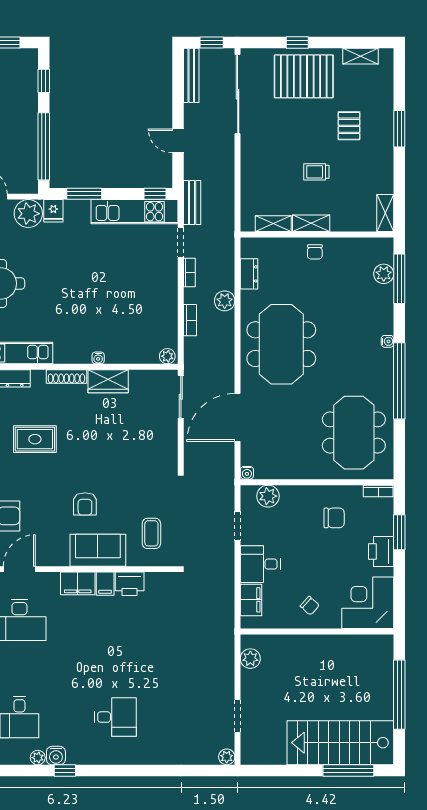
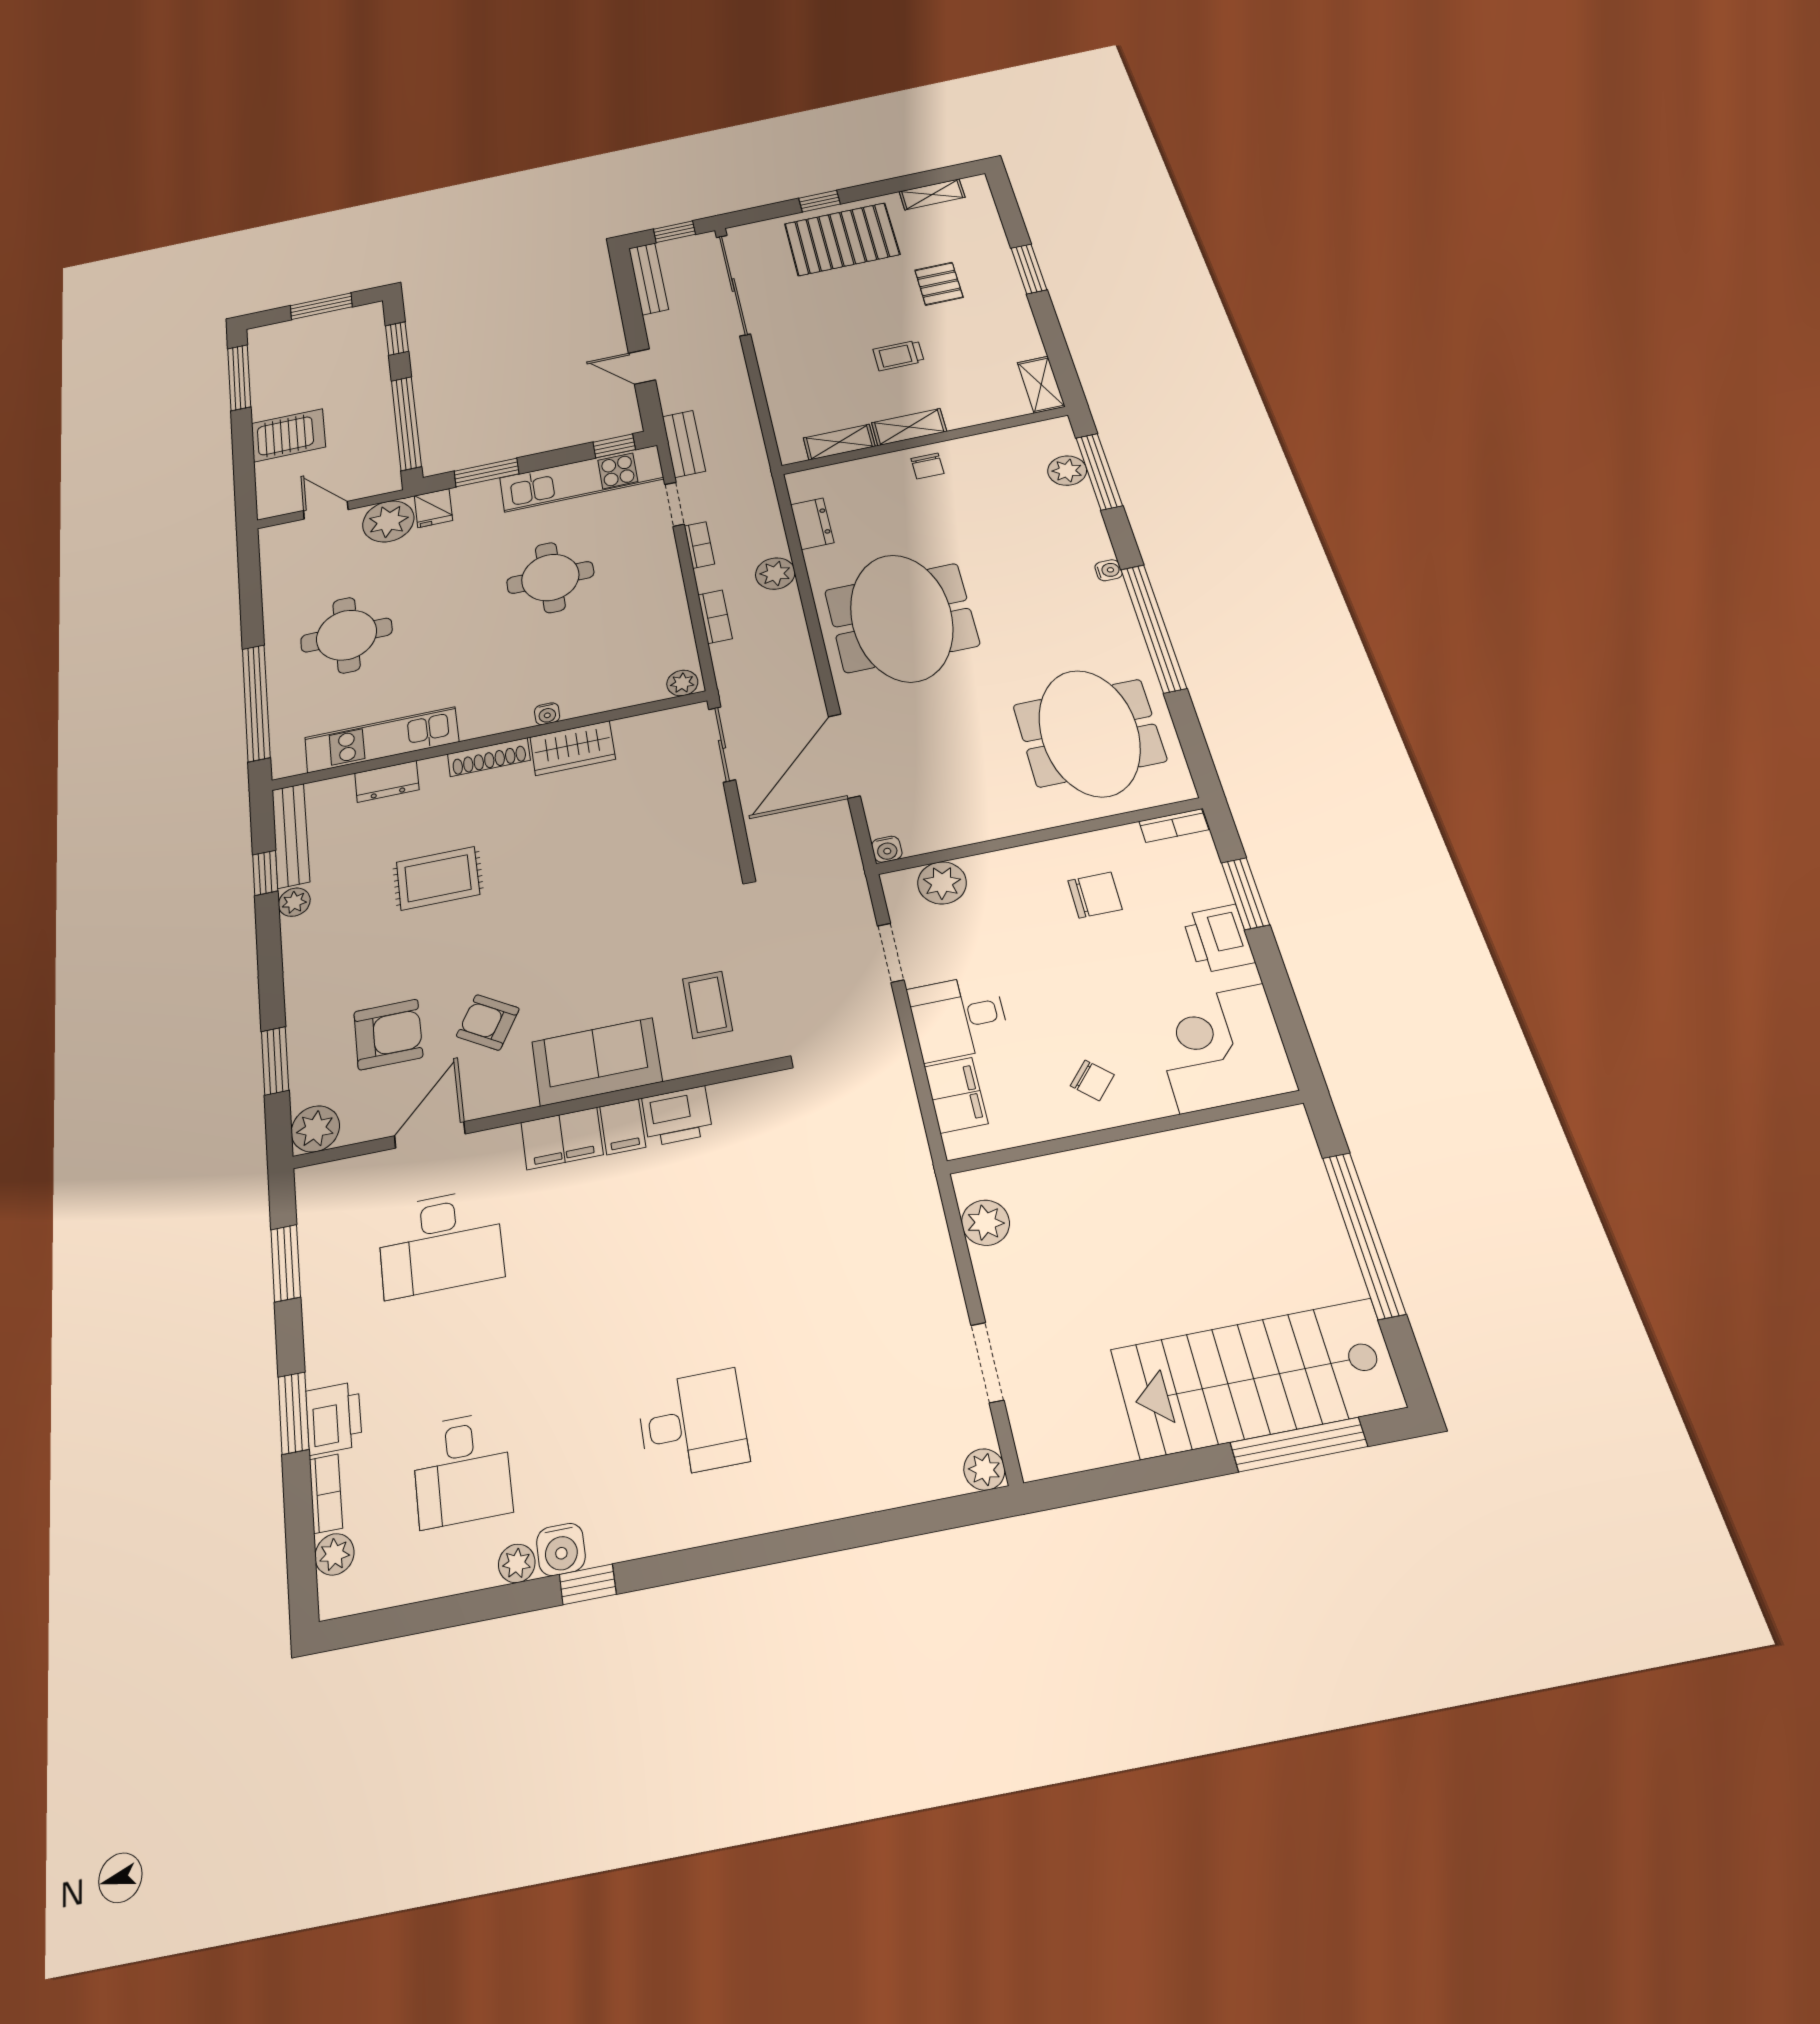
round table: (110, 274) -> (550, 577), added
armchair: (85, 504) -> (488, 1022), moved, turned 121

